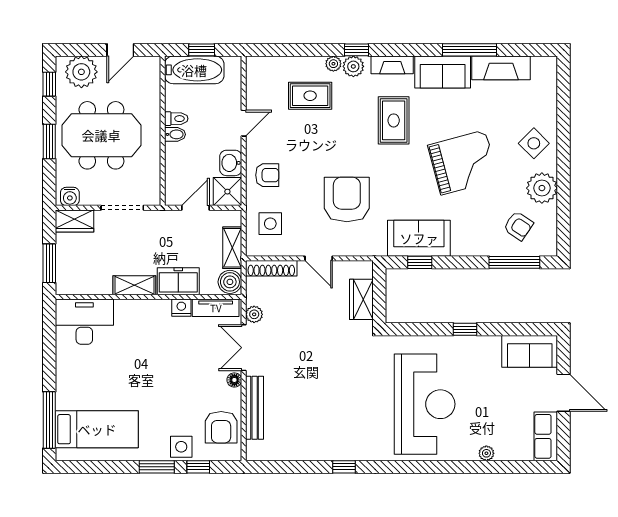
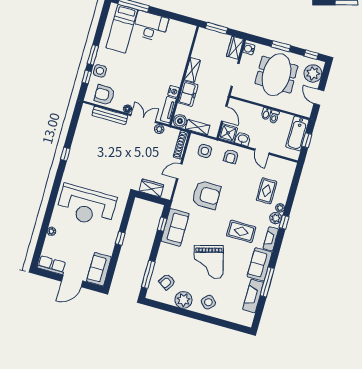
desk: (84, 322) -> (150, 26), moved, turned -90

